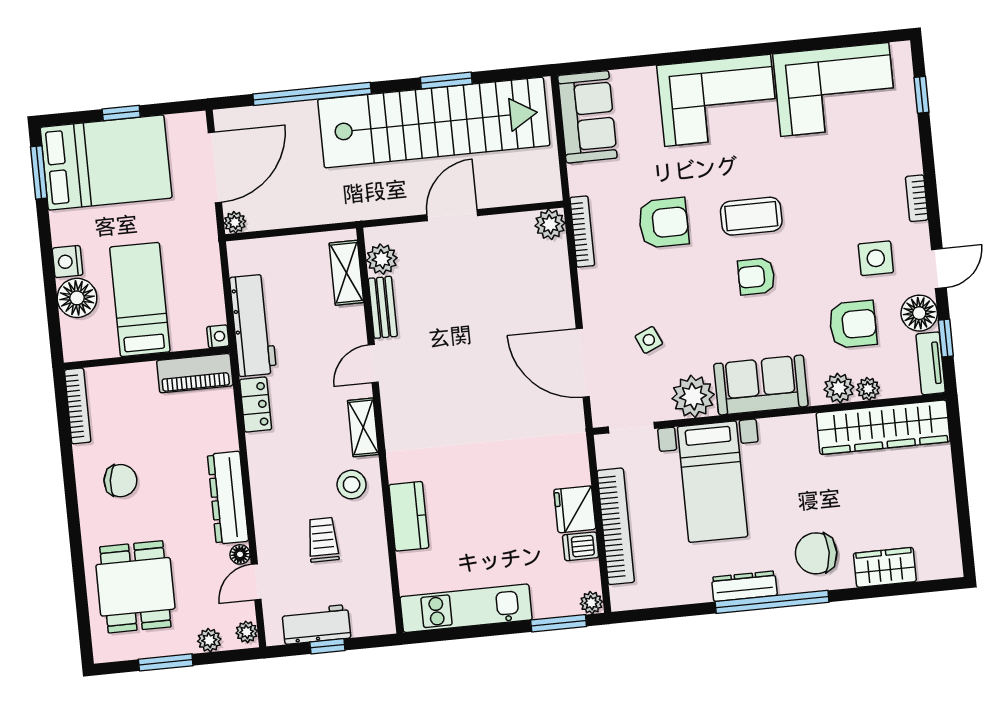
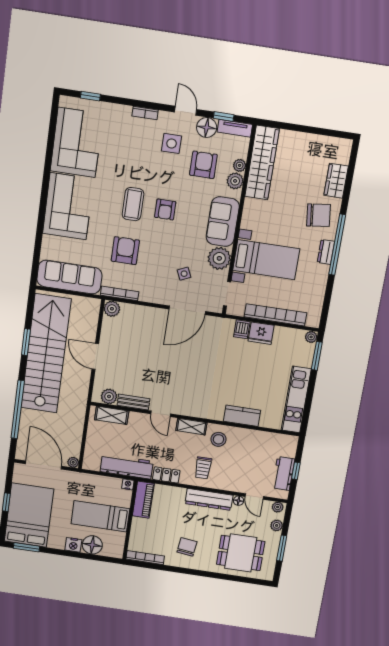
sofa: (587, 117) -> (69, 277), width x1.36
trolley: (323, 540) -> (203, 468), moved, turned -90
dishwasher: (581, 546) -> (242, 329), moved
chair: (816, 553) -> (318, 215), turned -99
dresser: (744, 586) -> (326, 252), width x0.70

